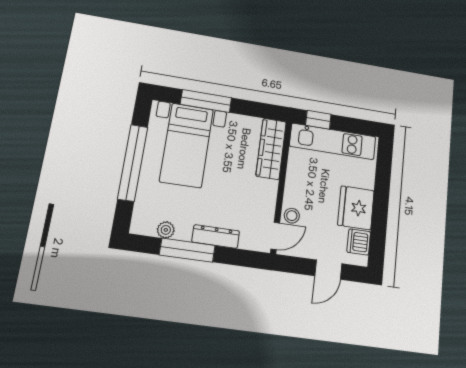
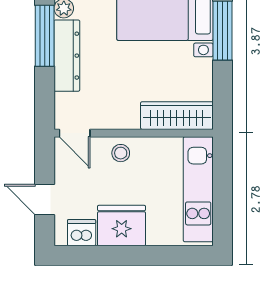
window: (318, 120) -> (222, 169), removed
stool: (292, 216) -> (121, 153), moved
dresser: (216, 236) -> (67, 56), width x1.37, depth x1.24

